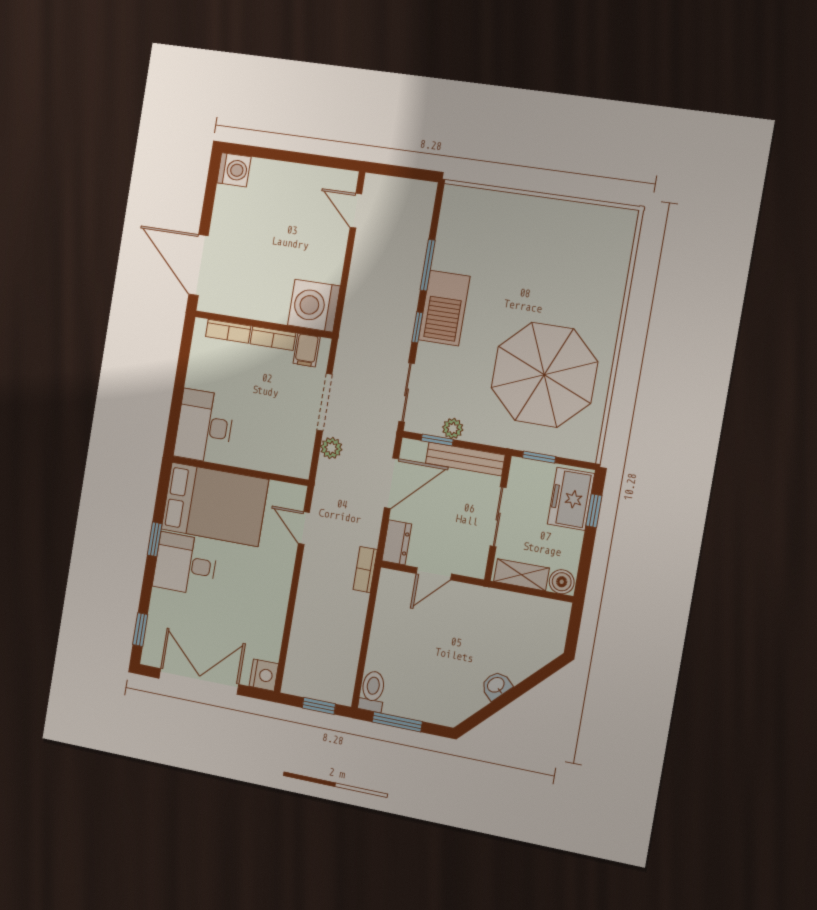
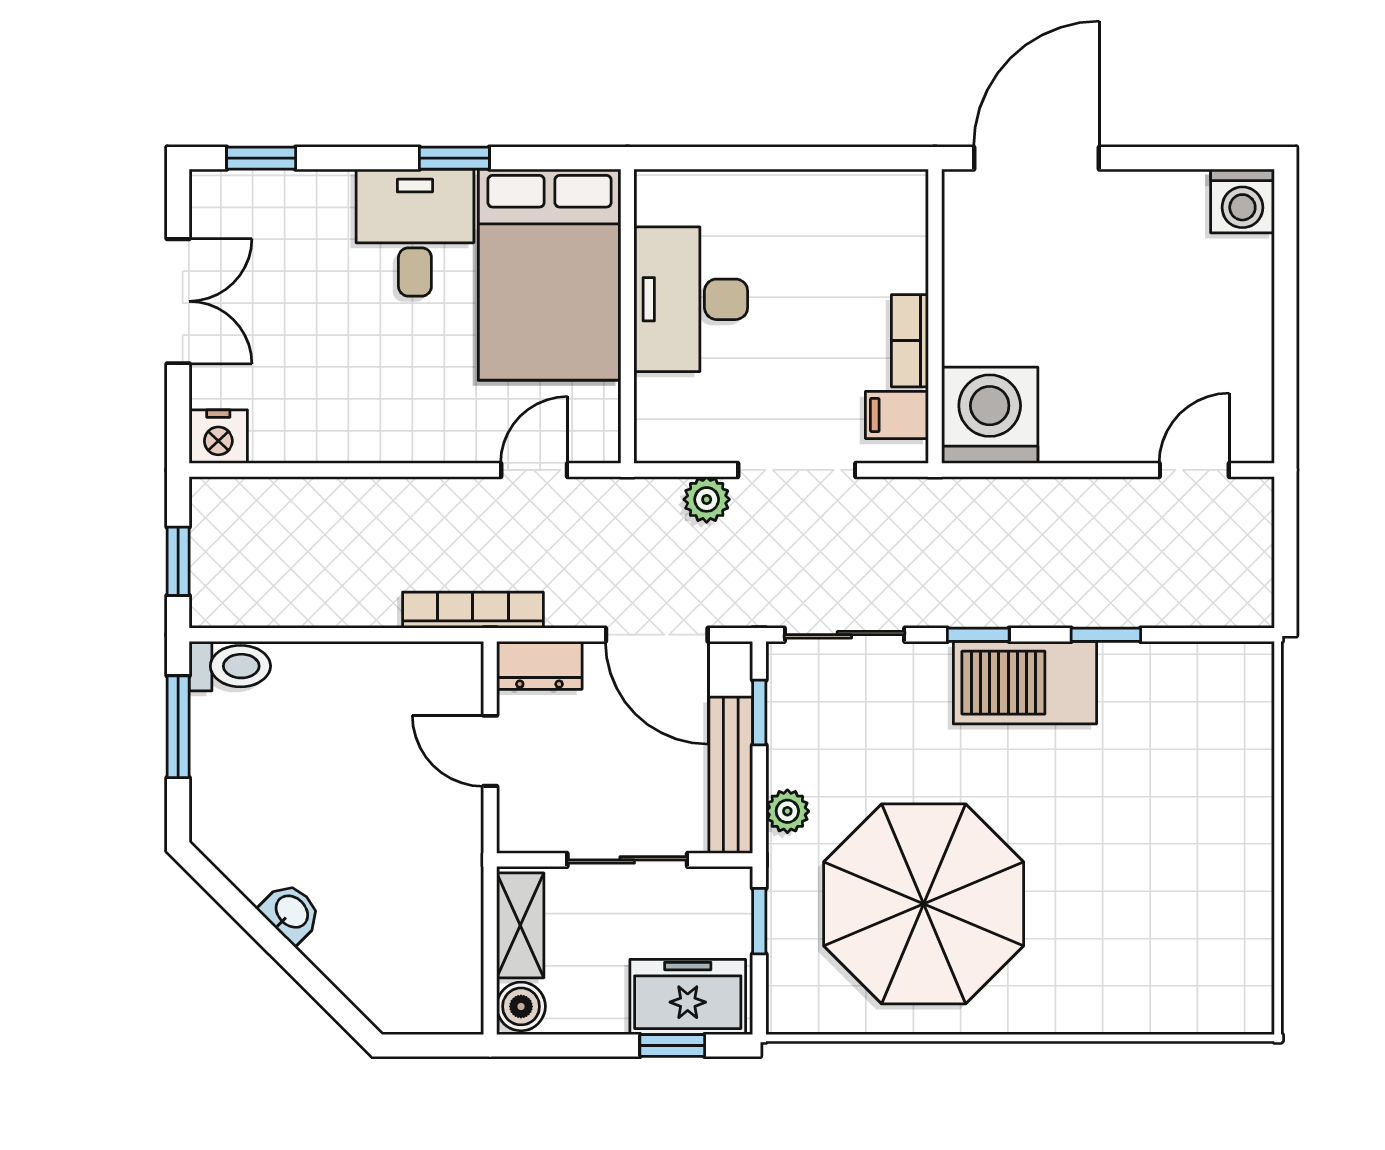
window: (428, 265) -> (1106, 635), width x0.67
bookcase: (228, 331) -> (910, 244), removed
desk: (204, 426) -> (691, 299), moved, turned -90
plant: (453, 428) -> (787, 811), moved
bookcase: (365, 570) -> (473, 610), width x1.56
double door: (199, 681) -> (178, 301), width x0.73

